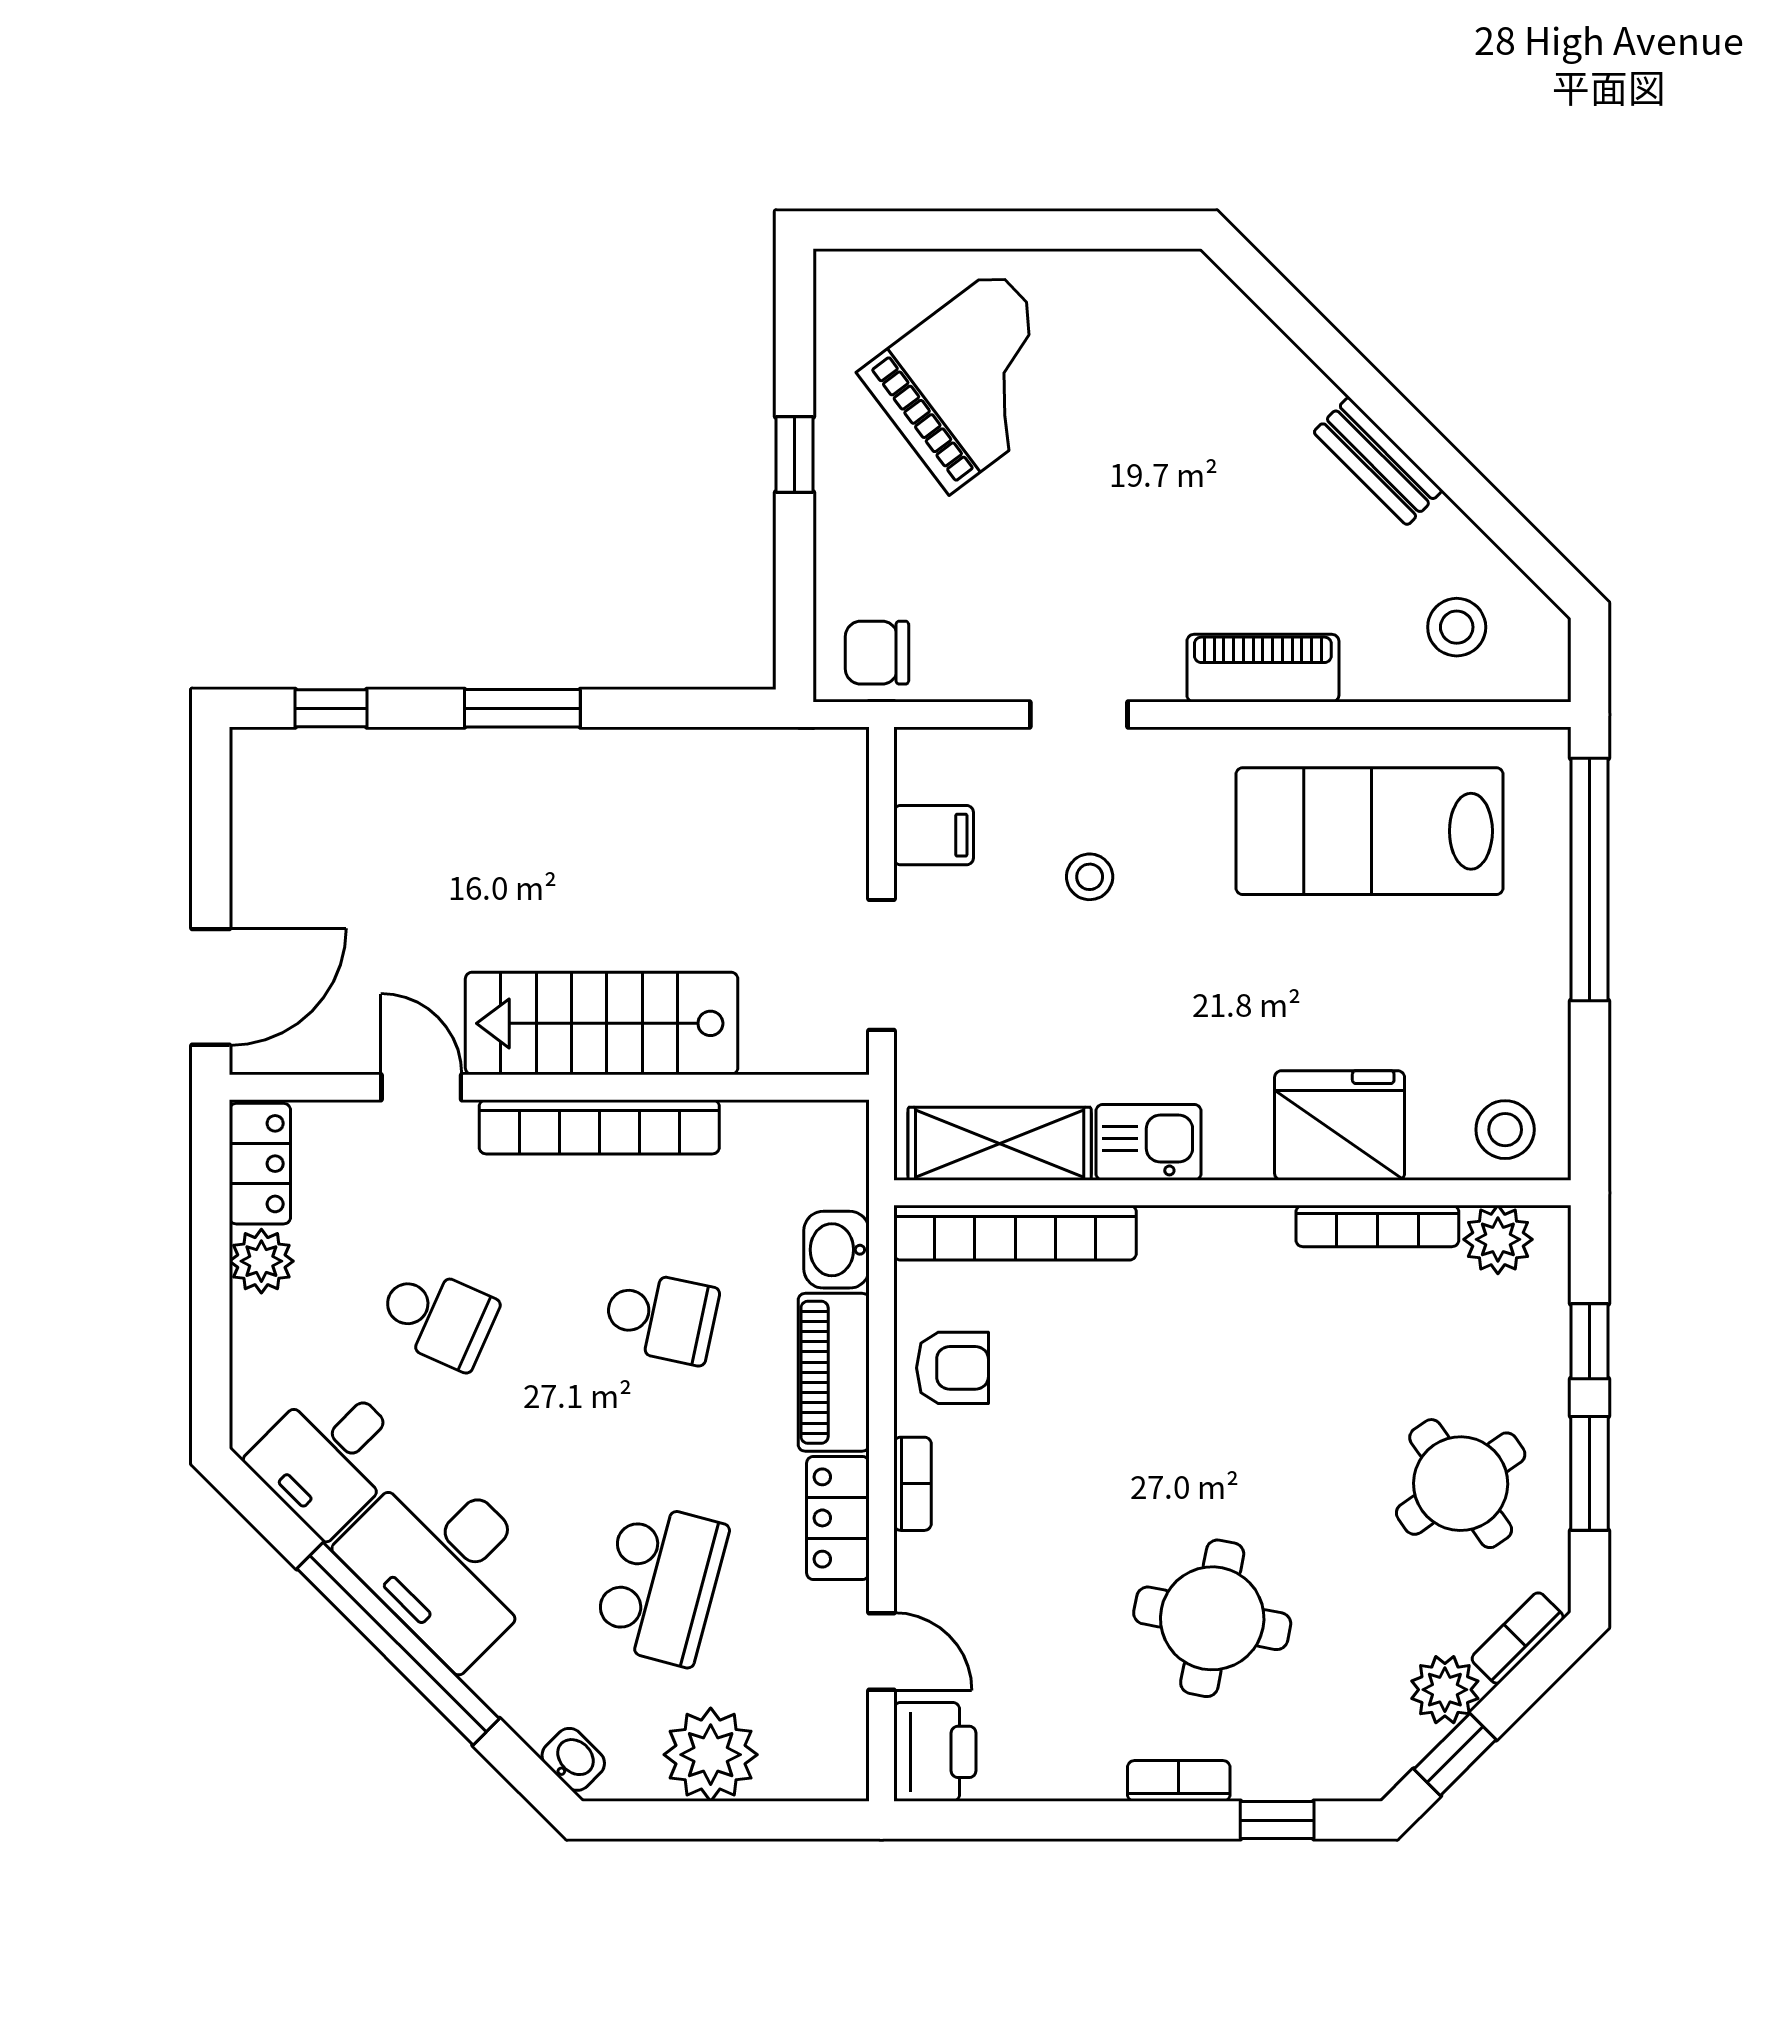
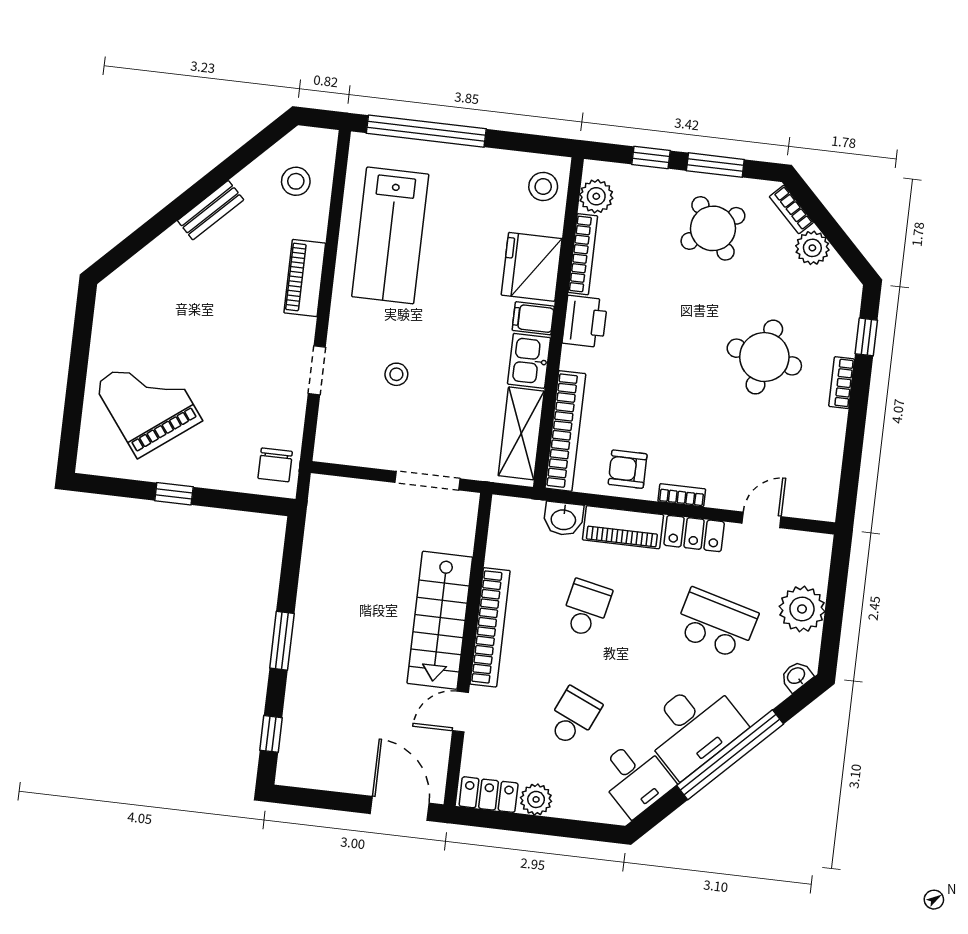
filing cabinet: (934, 835) -> (533, 318), moved, turned -90
armchair: (953, 1368) -> (628, 469), turned -90
printer: (935, 1752) -> (585, 321), moved, turned 90
window: (1455, 1754) -> (844, 247), removed

